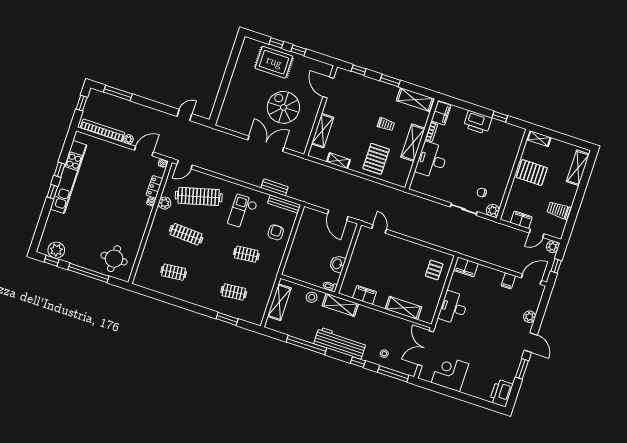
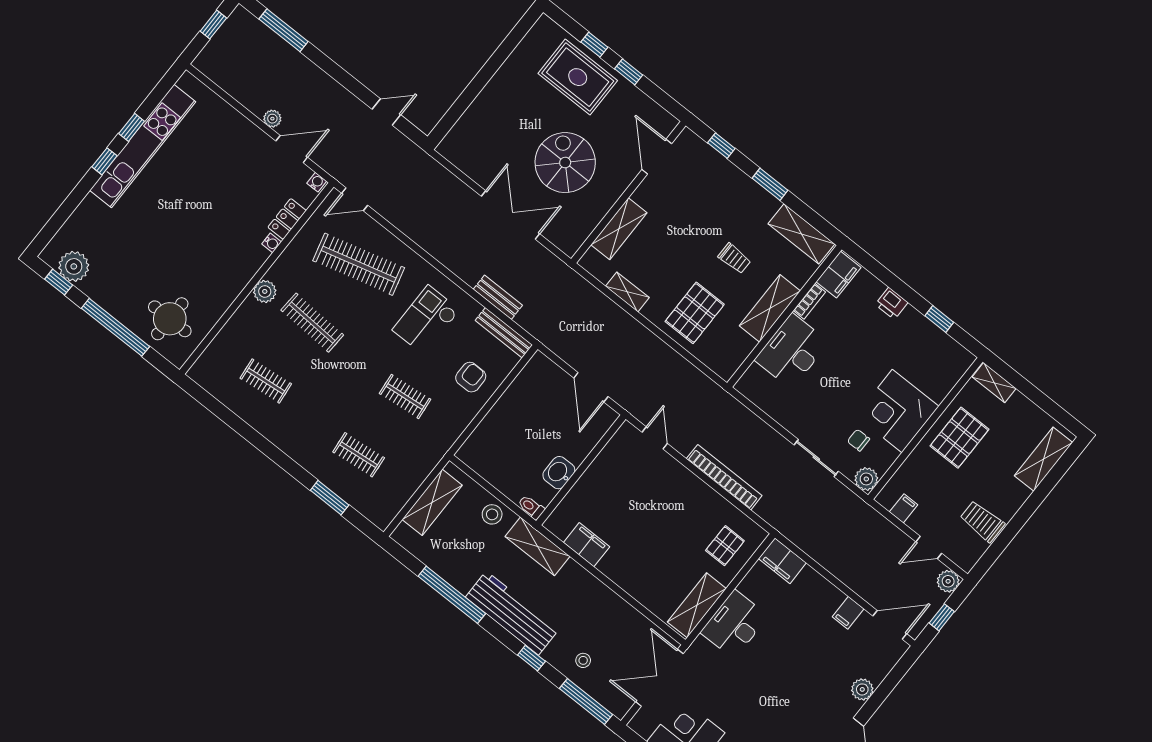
printer: (478, 122) -> (892, 303), width x0.53, depth x0.68
bookcase: (102, 130) -> (724, 477), moved
corner desk: (496, 171) -> (897, 411), added
pallet: (532, 173) -> (959, 438), turned 90
plant: (165, 203) -> (265, 291), moved
filing cabinet: (521, 220) -> (904, 508), width x0.50
shelving: (403, 308) -> (697, 605), moved, turned 90

